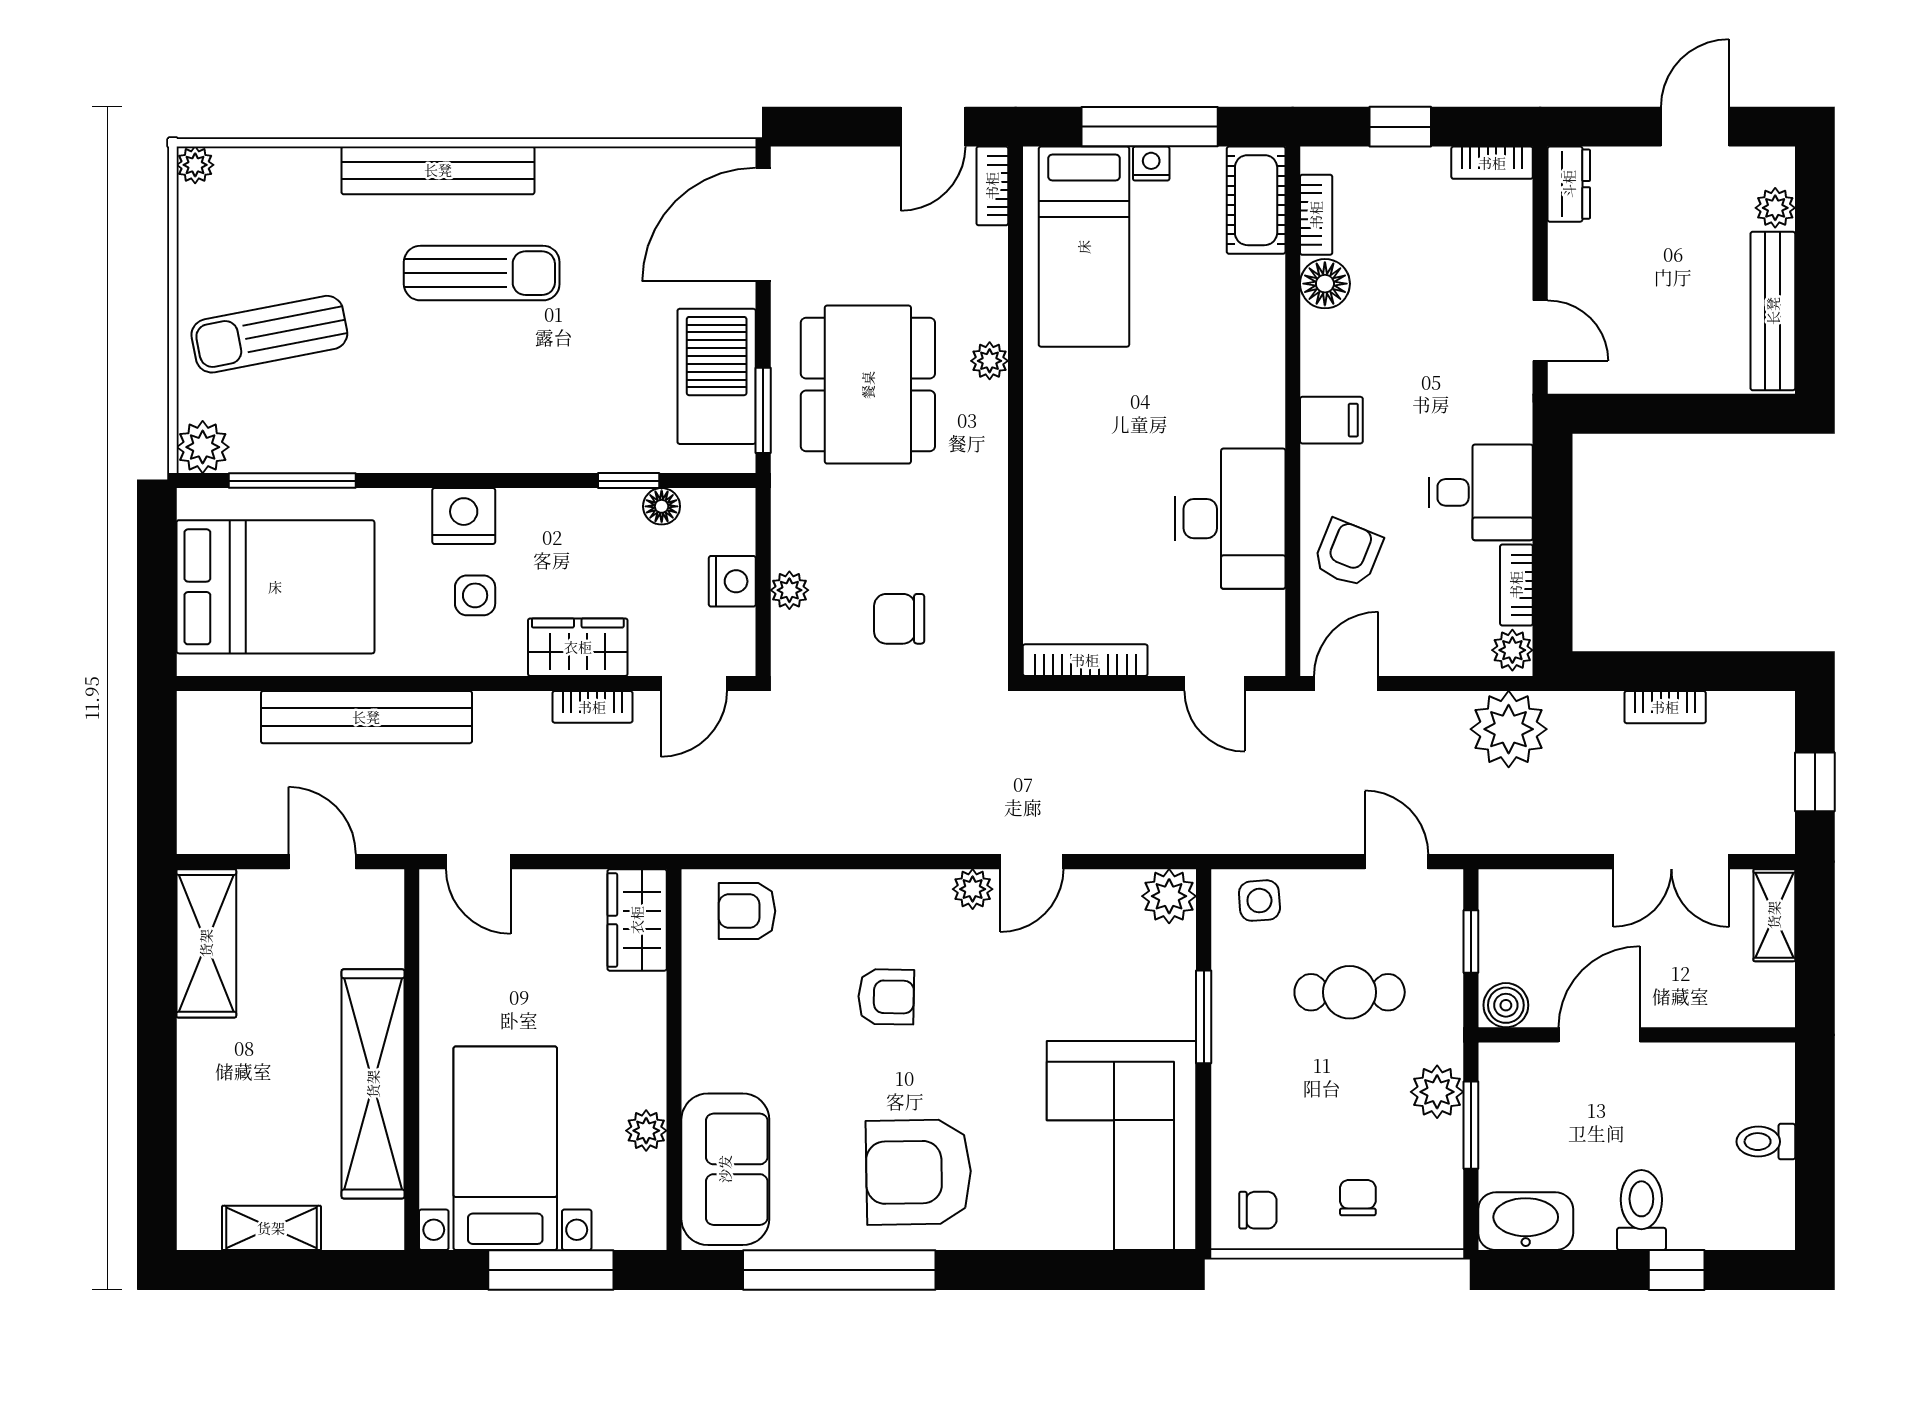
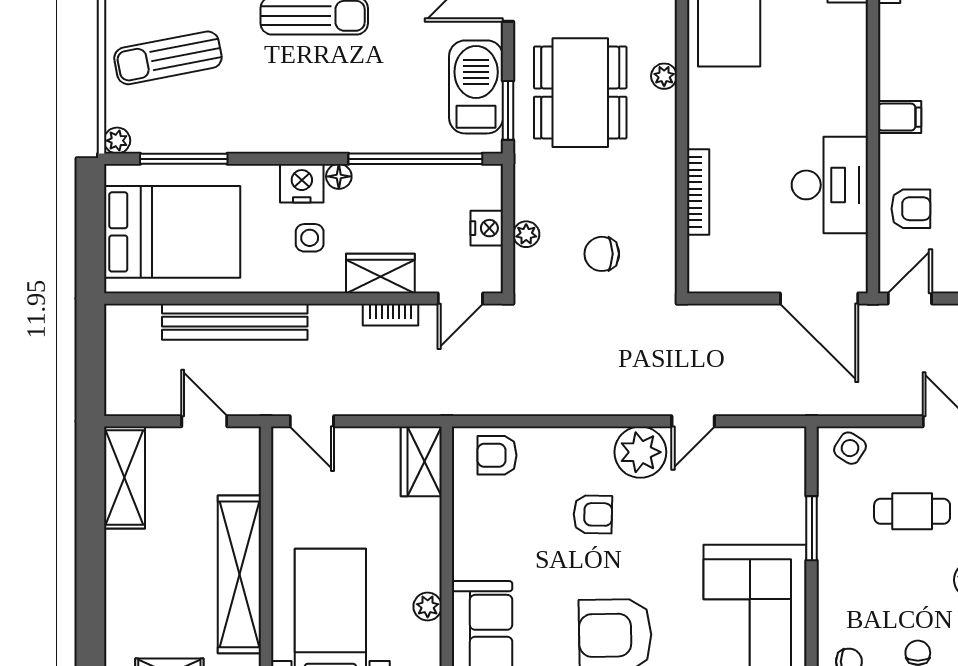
floor lamp: (1325, 284) -> (895, 23), removed
plant: (203, 447) -> (117, 141), width x0.73, depth x0.73
window: (629, 481) -> (415, 159), width x3.17
floor lamp: (662, 506) -> (339, 176), moved
armchair: (1348, 553) -> (911, 209), turned 68
bookcase: (1085, 660) -> (698, 192), moved, turned 90
door: (1215, 683) -> (819, 298), width x1.87
plant: (973, 889) -> (640, 452), width x1.88, depth x1.88
plant: (1169, 896) -> (788, 445), removed
side table: (1259, 901) -> (850, 448), turned 37

